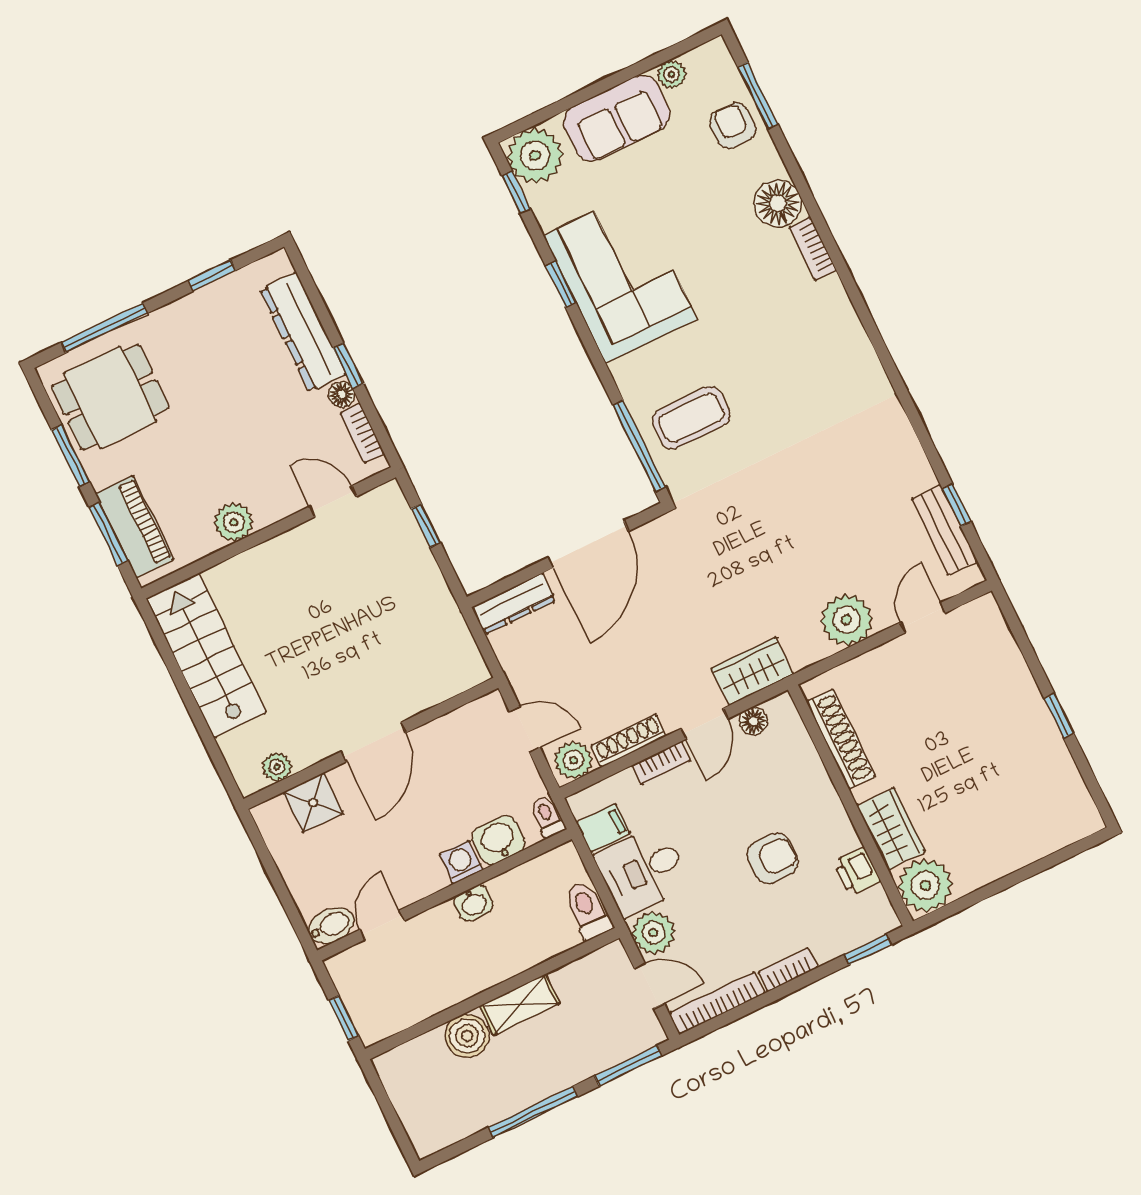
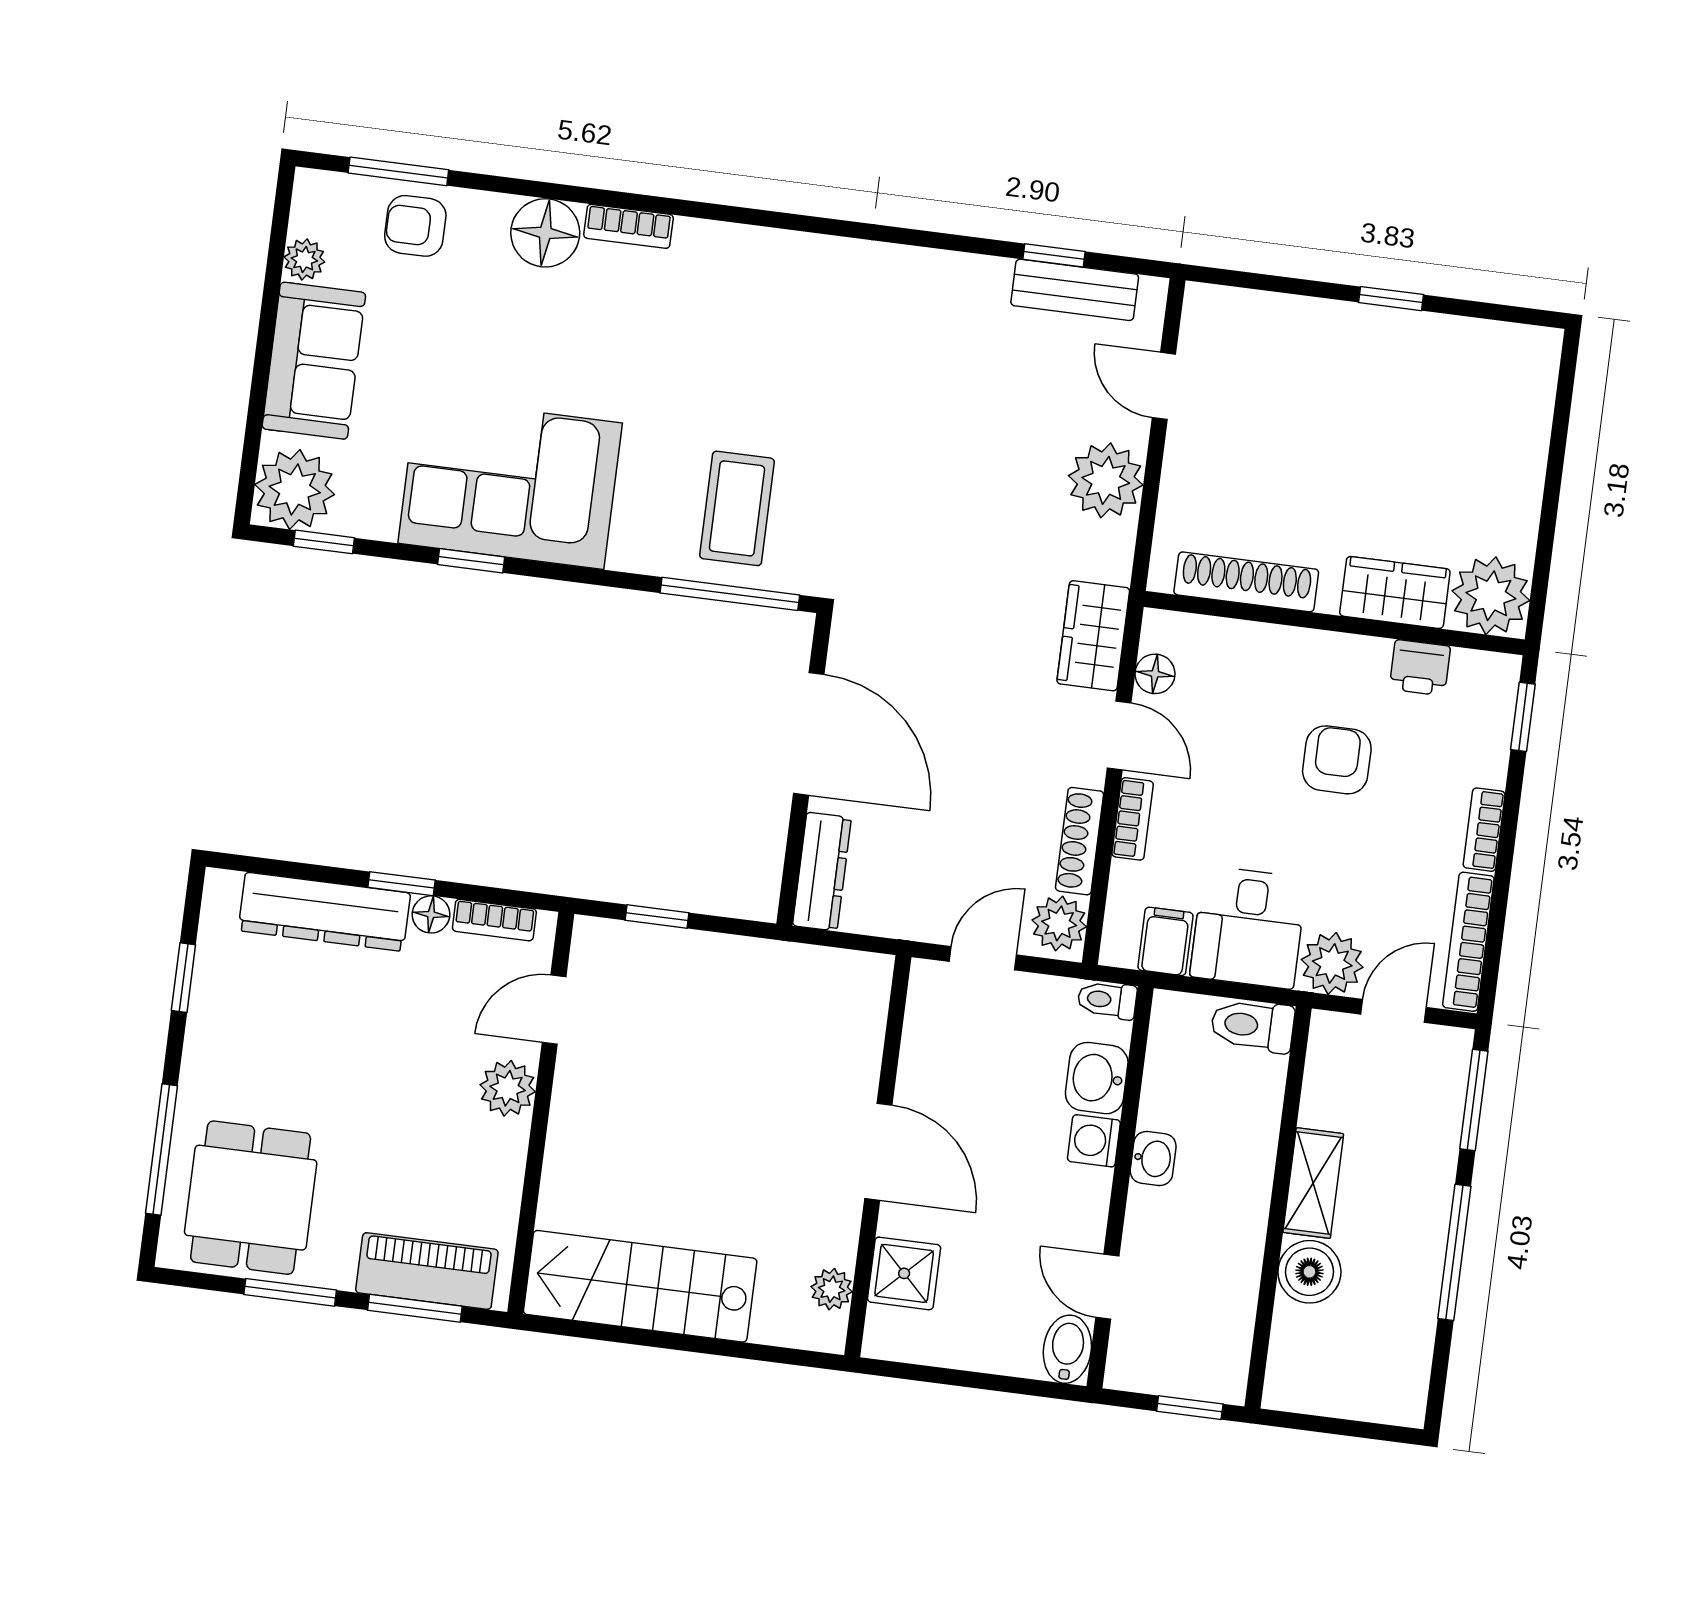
plant: (234, 522) -> (508, 1088), moved

